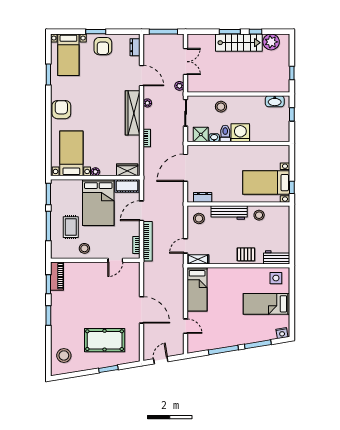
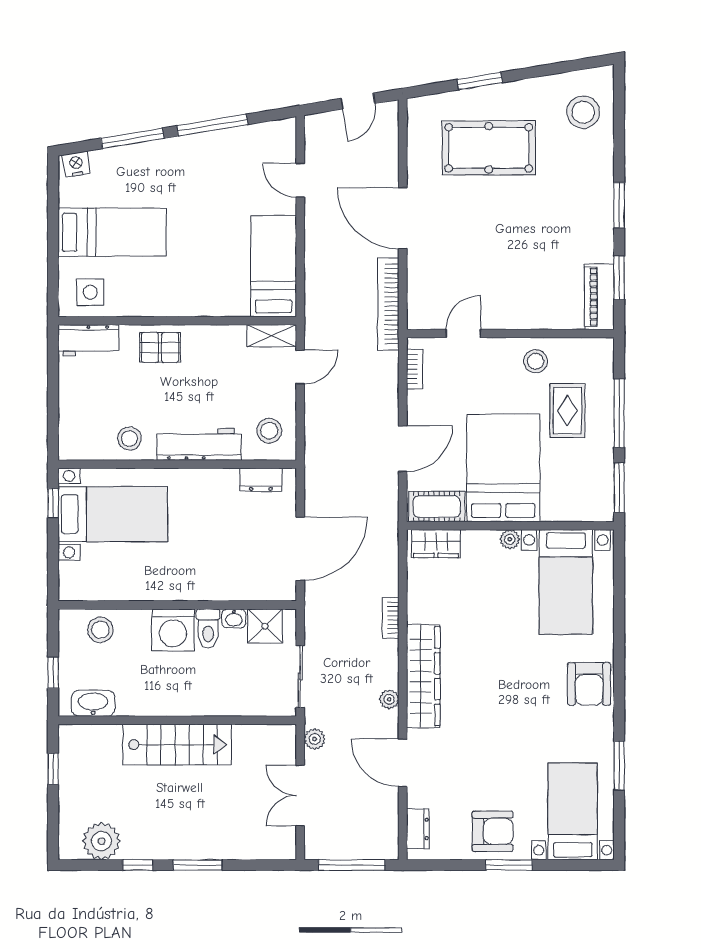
stairs: (239, 43) -> (177, 745), moved, turned 180
armchair: (103, 46) -> (493, 831), turned 90
stool: (221, 107) -> (100, 630), moved
bookcase: (148, 241) -> (388, 304), moved

